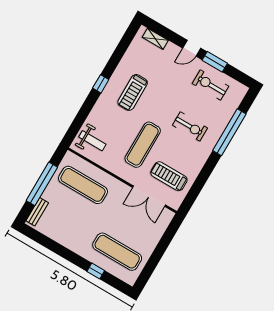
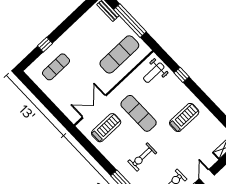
window: (101, 84) -> (182, 75), moved
treadmill: (133, 92) -> (184, 118), turned 90
exercise mat: (117, 252) -> (56, 67), width x0.73, depth x0.69

